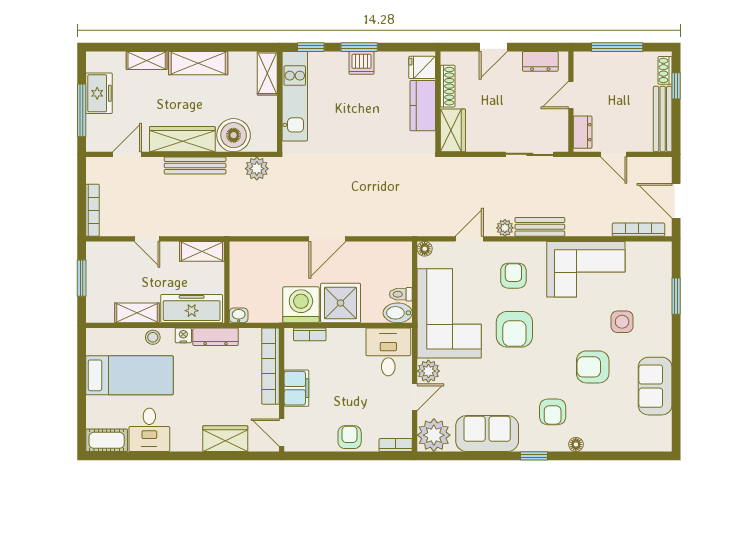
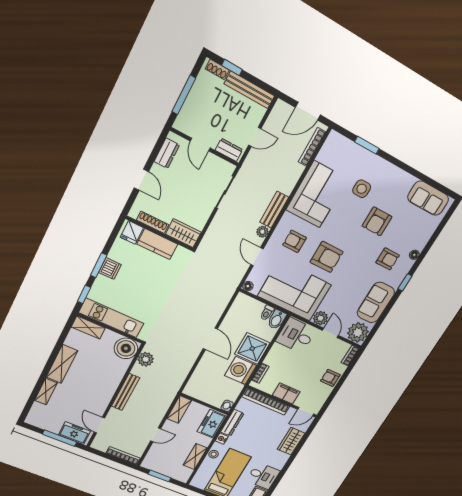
freezer: (99, 93) -> (74, 433), moved
boiler: (234, 135) -> (126, 348), moved
wardrobe: (182, 139) -> (106, 392), removed
freezer: (192, 309) -> (212, 424), width x0.71
sofa: (655, 386) -> (428, 198), moved

